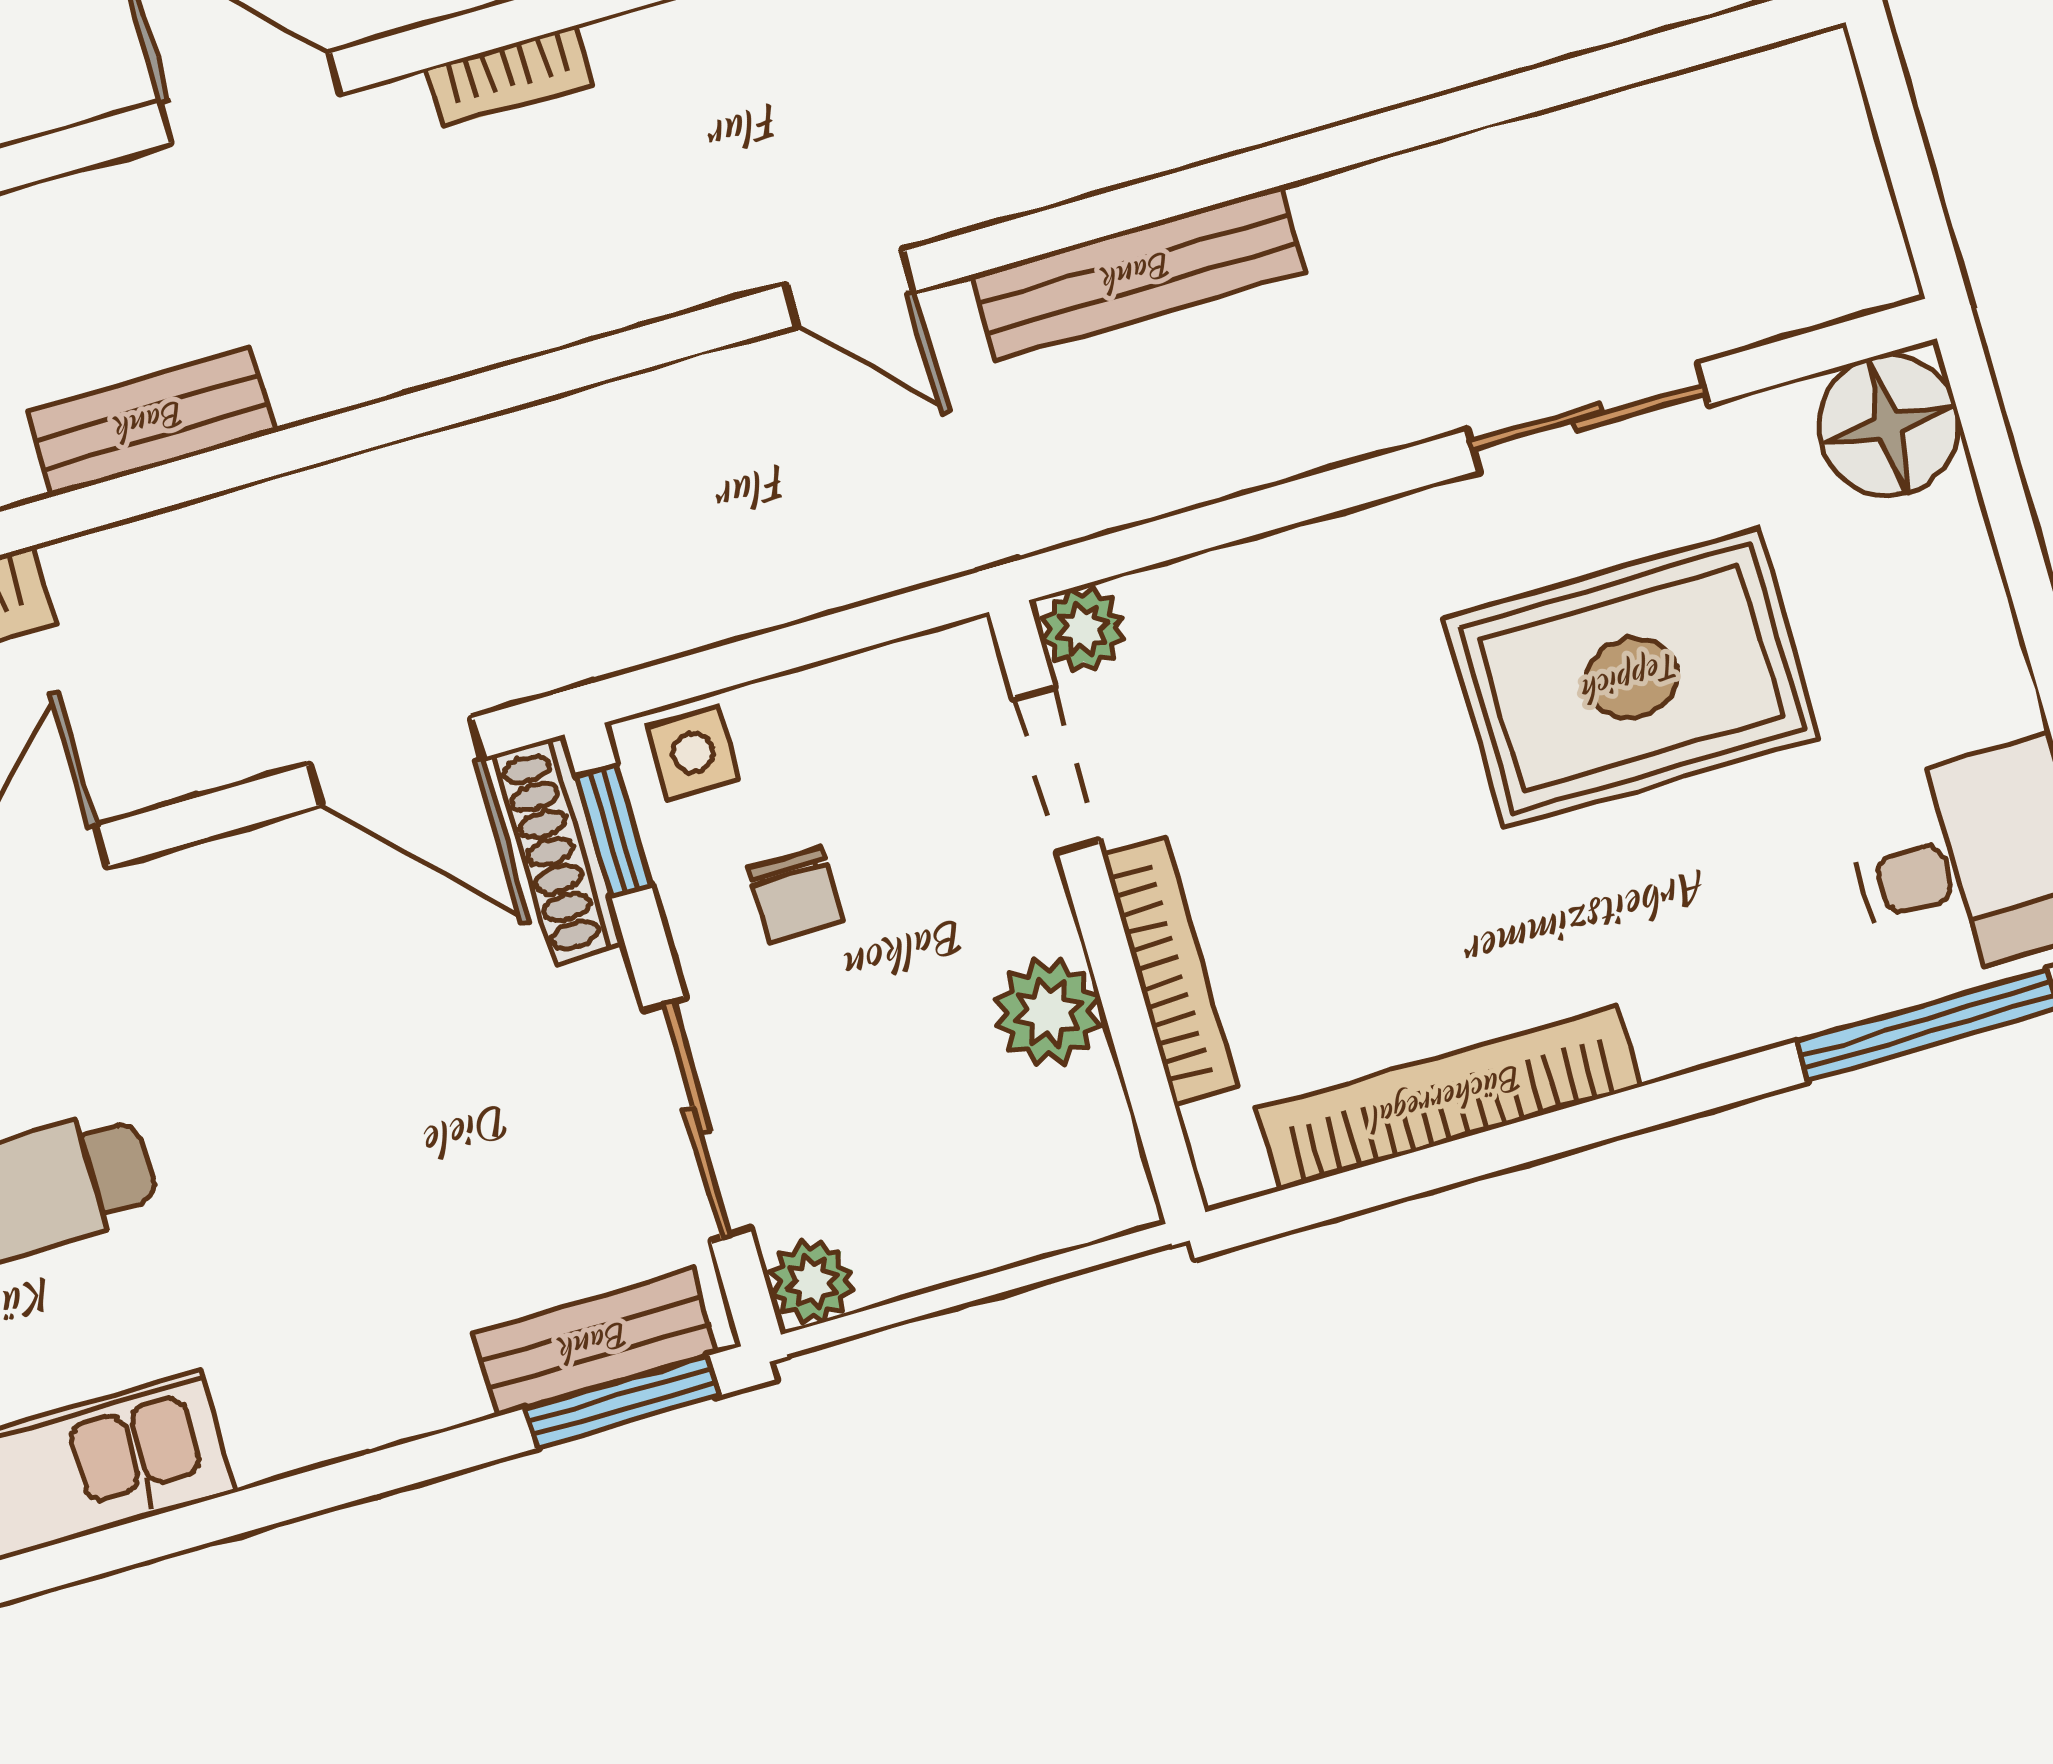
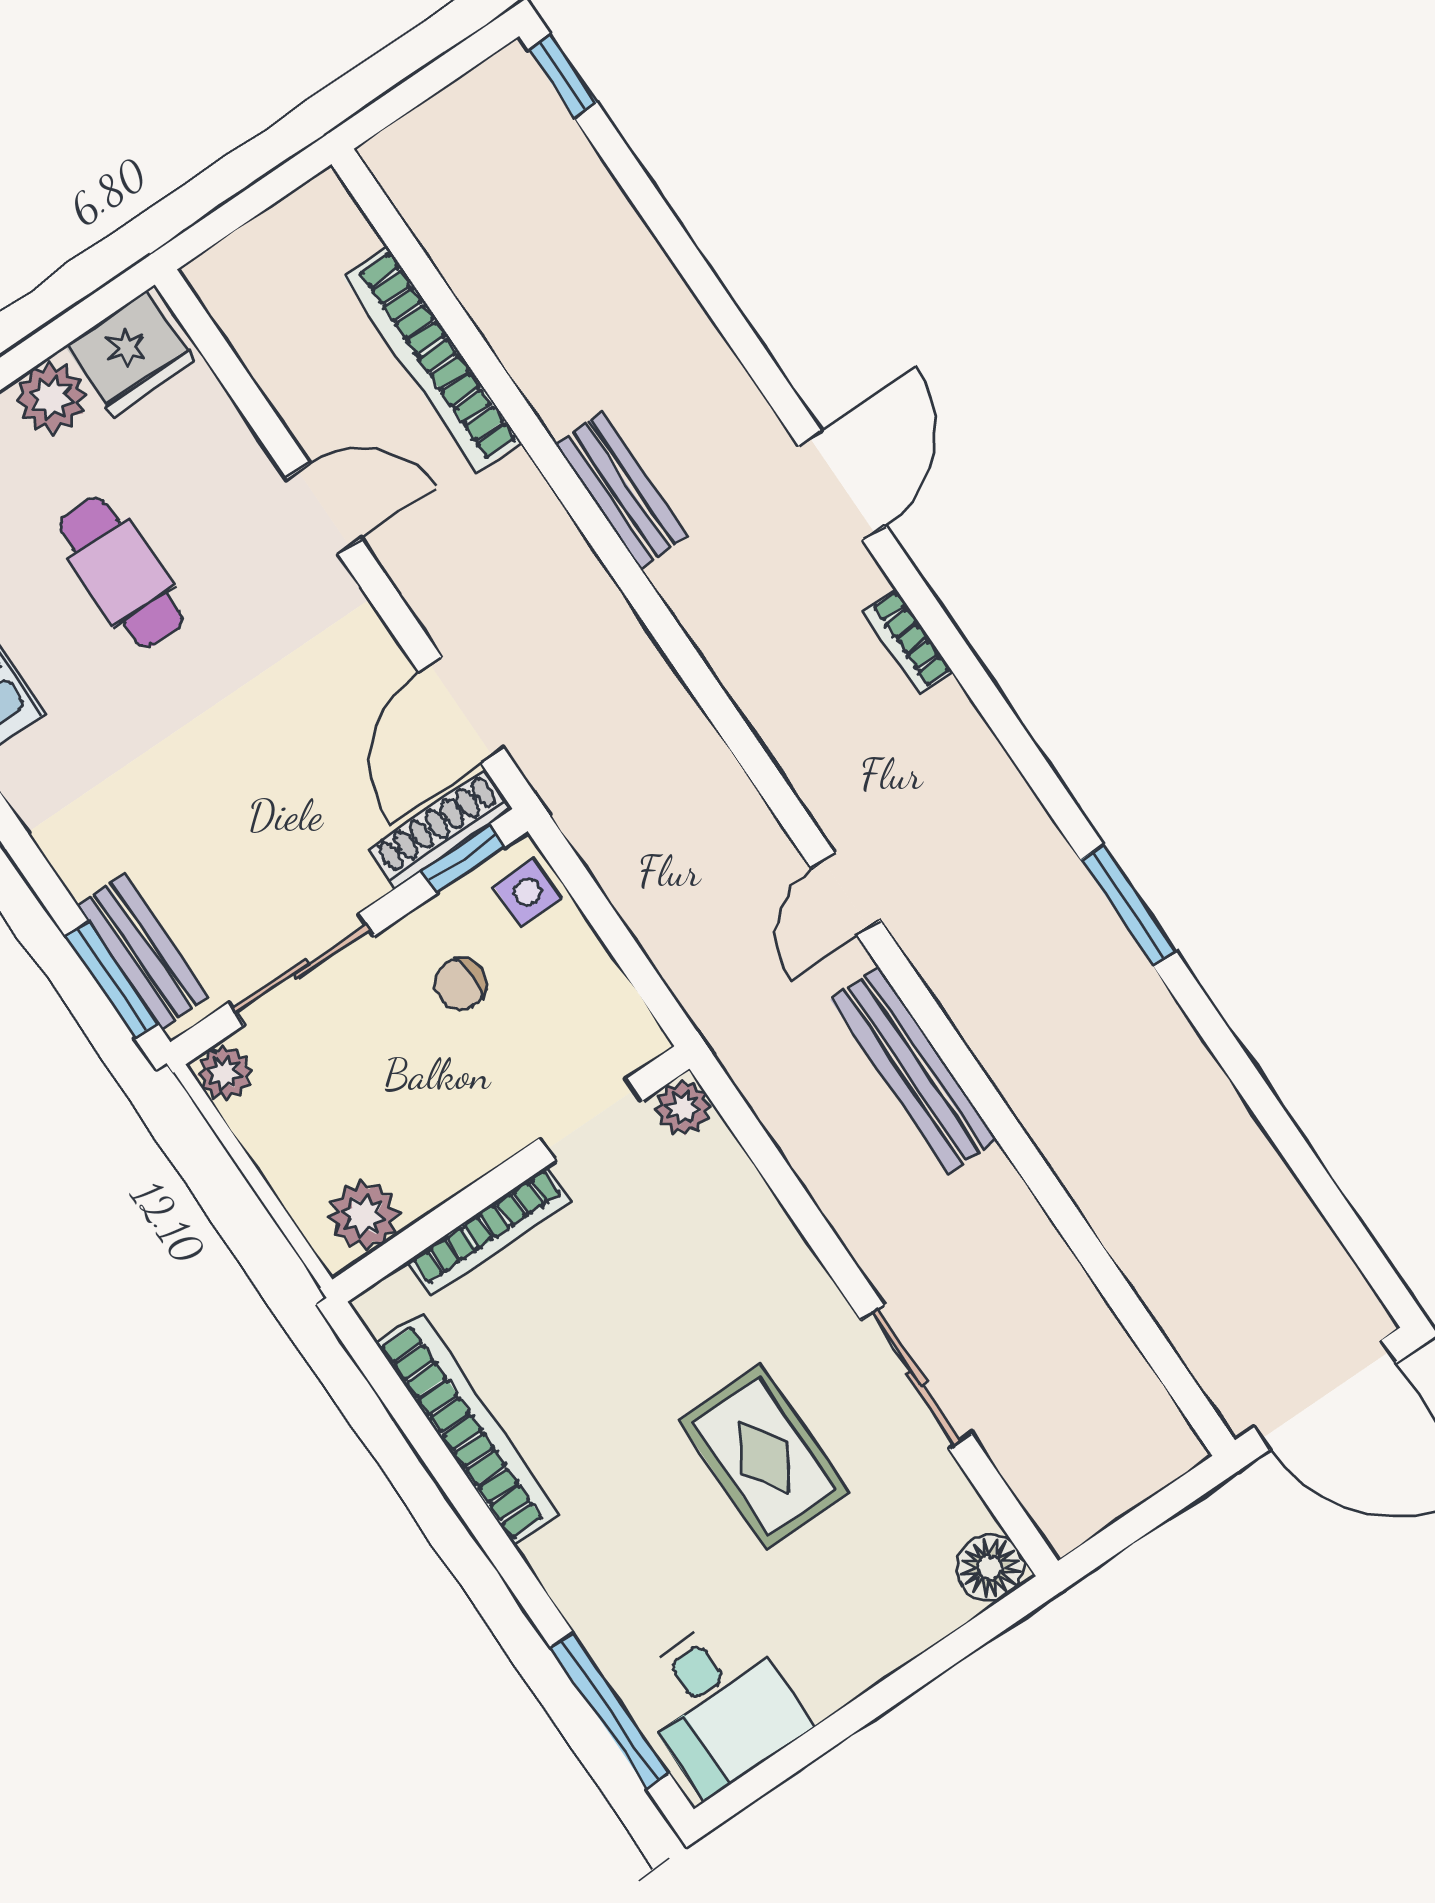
floor lamp: (1889, 425) -> (990, 1567), width x0.73, depth x0.73
rug: (1632, 678) -> (764, 1457), width x0.73, depth x0.70
plant: (1048, 1012) -> (364, 1216), moved

